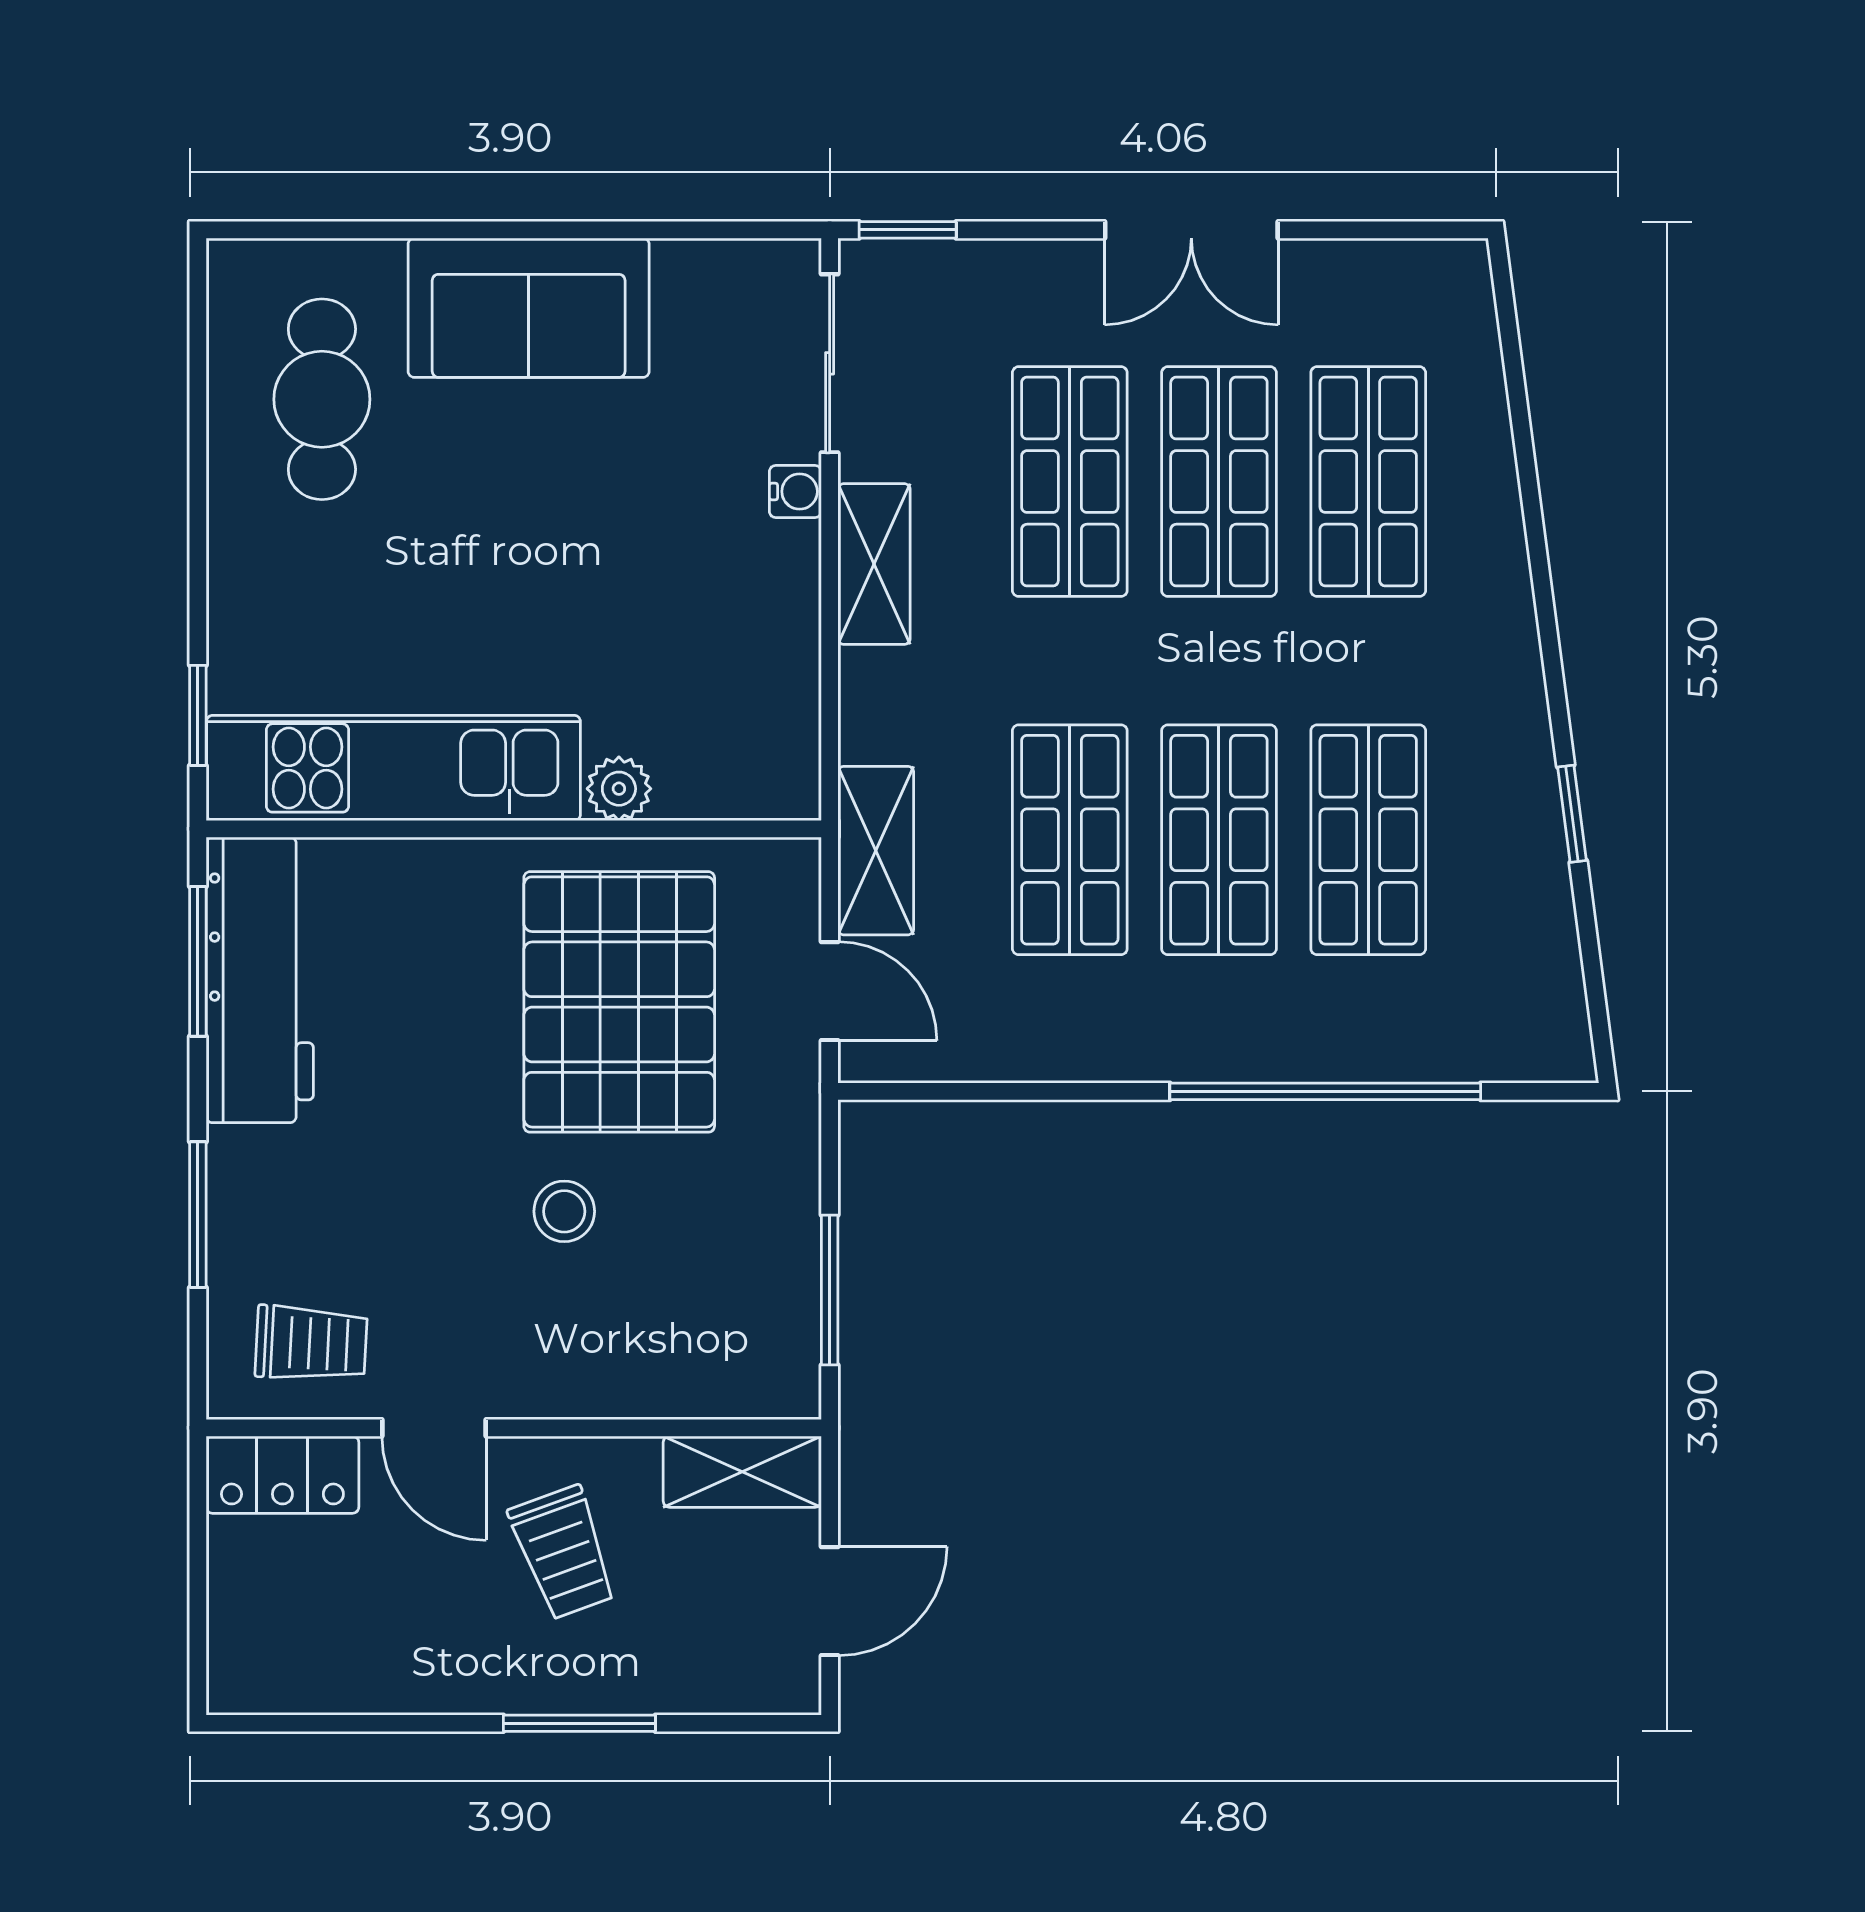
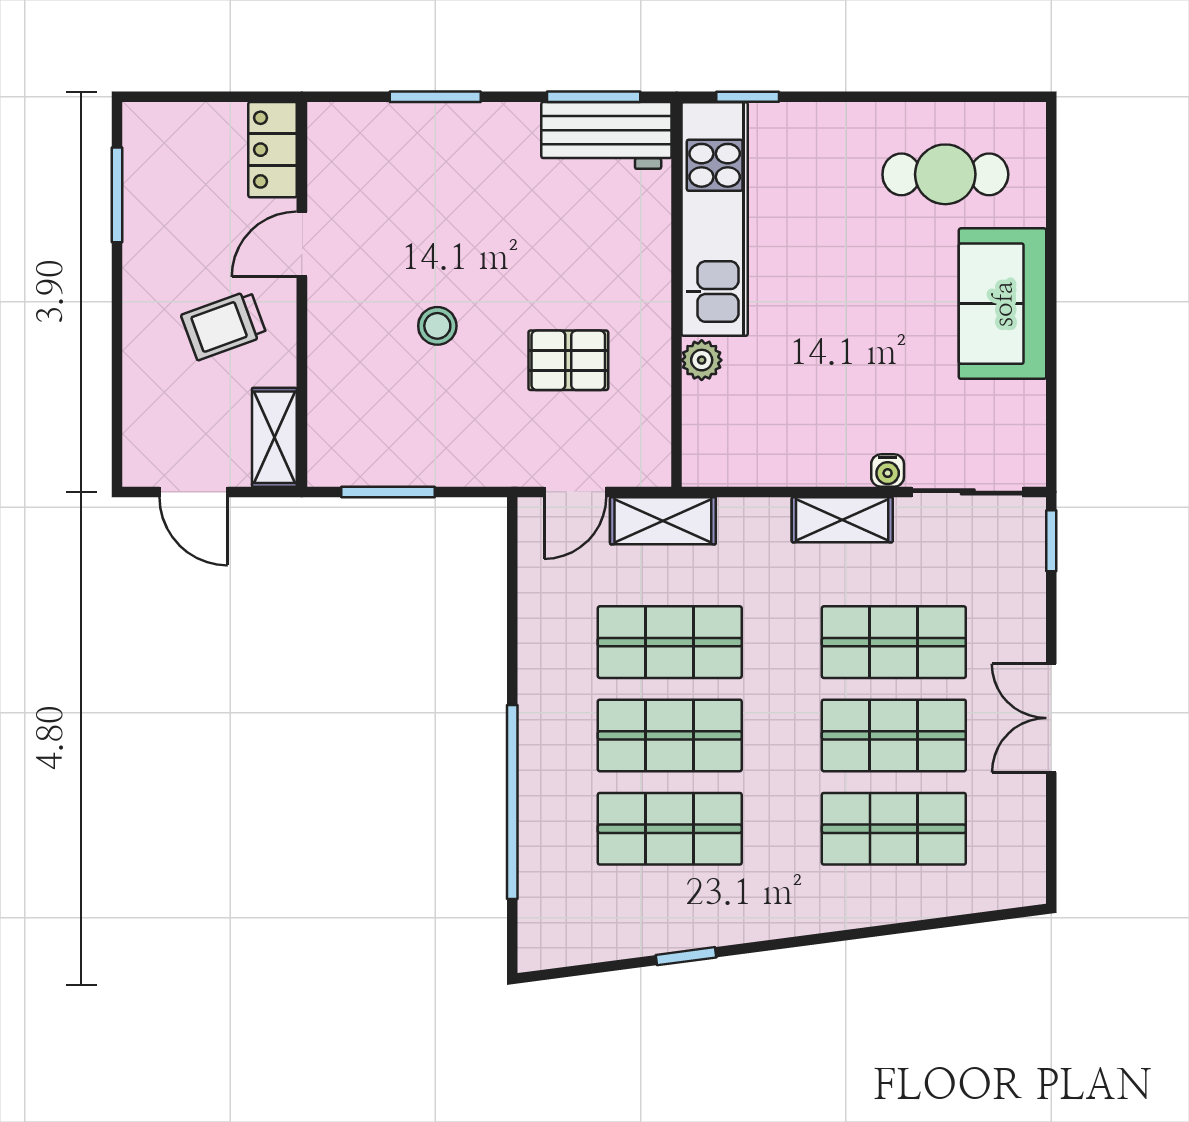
workbench: (260, 980) -> (606, 135), width x0.73
pallet: (619, 1002) -> (568, 360), width x0.49, depth x0.50
trolley: (311, 1343) -> (355, 168), removed
window: (579, 1723) -> (117, 195), moved

